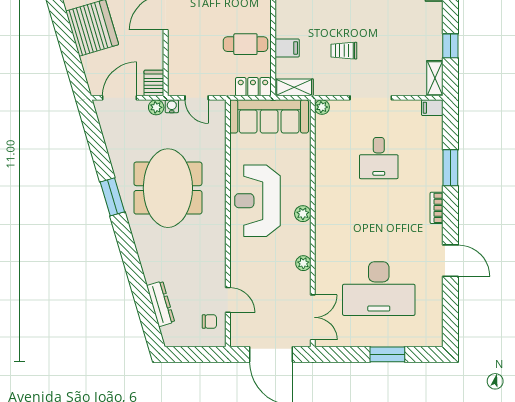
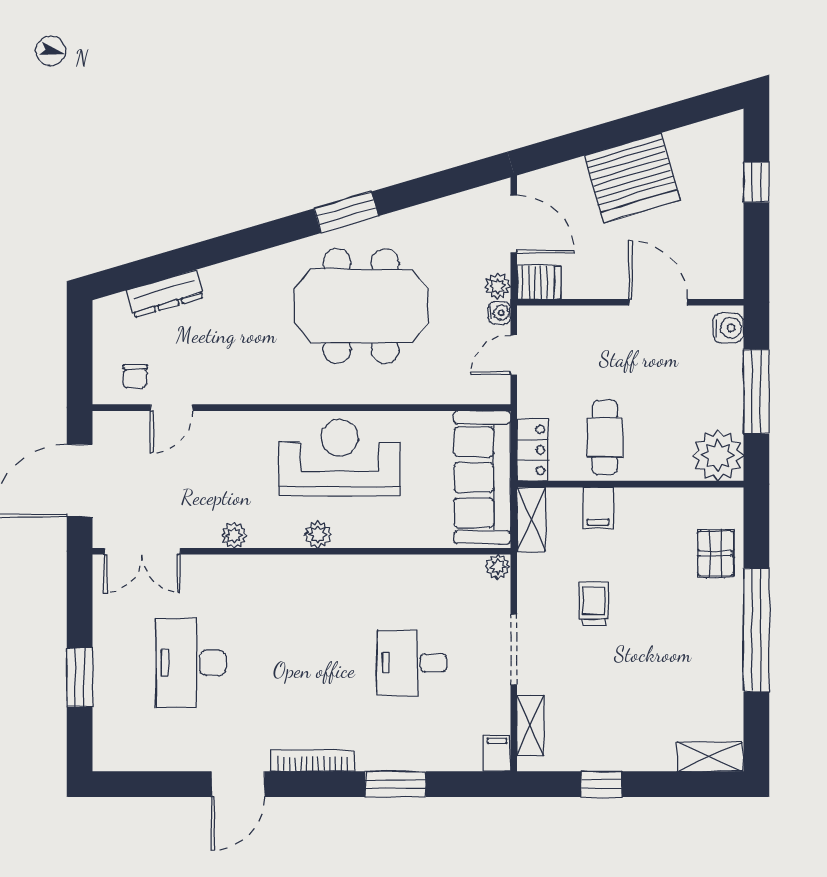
shelving: (435, 78) -> (530, 726), moved, turned 90
bookcase: (437, 208) -> (313, 761), width x1.56
desk: (379, 289) -> (191, 663), width x0.73, depth x0.77

